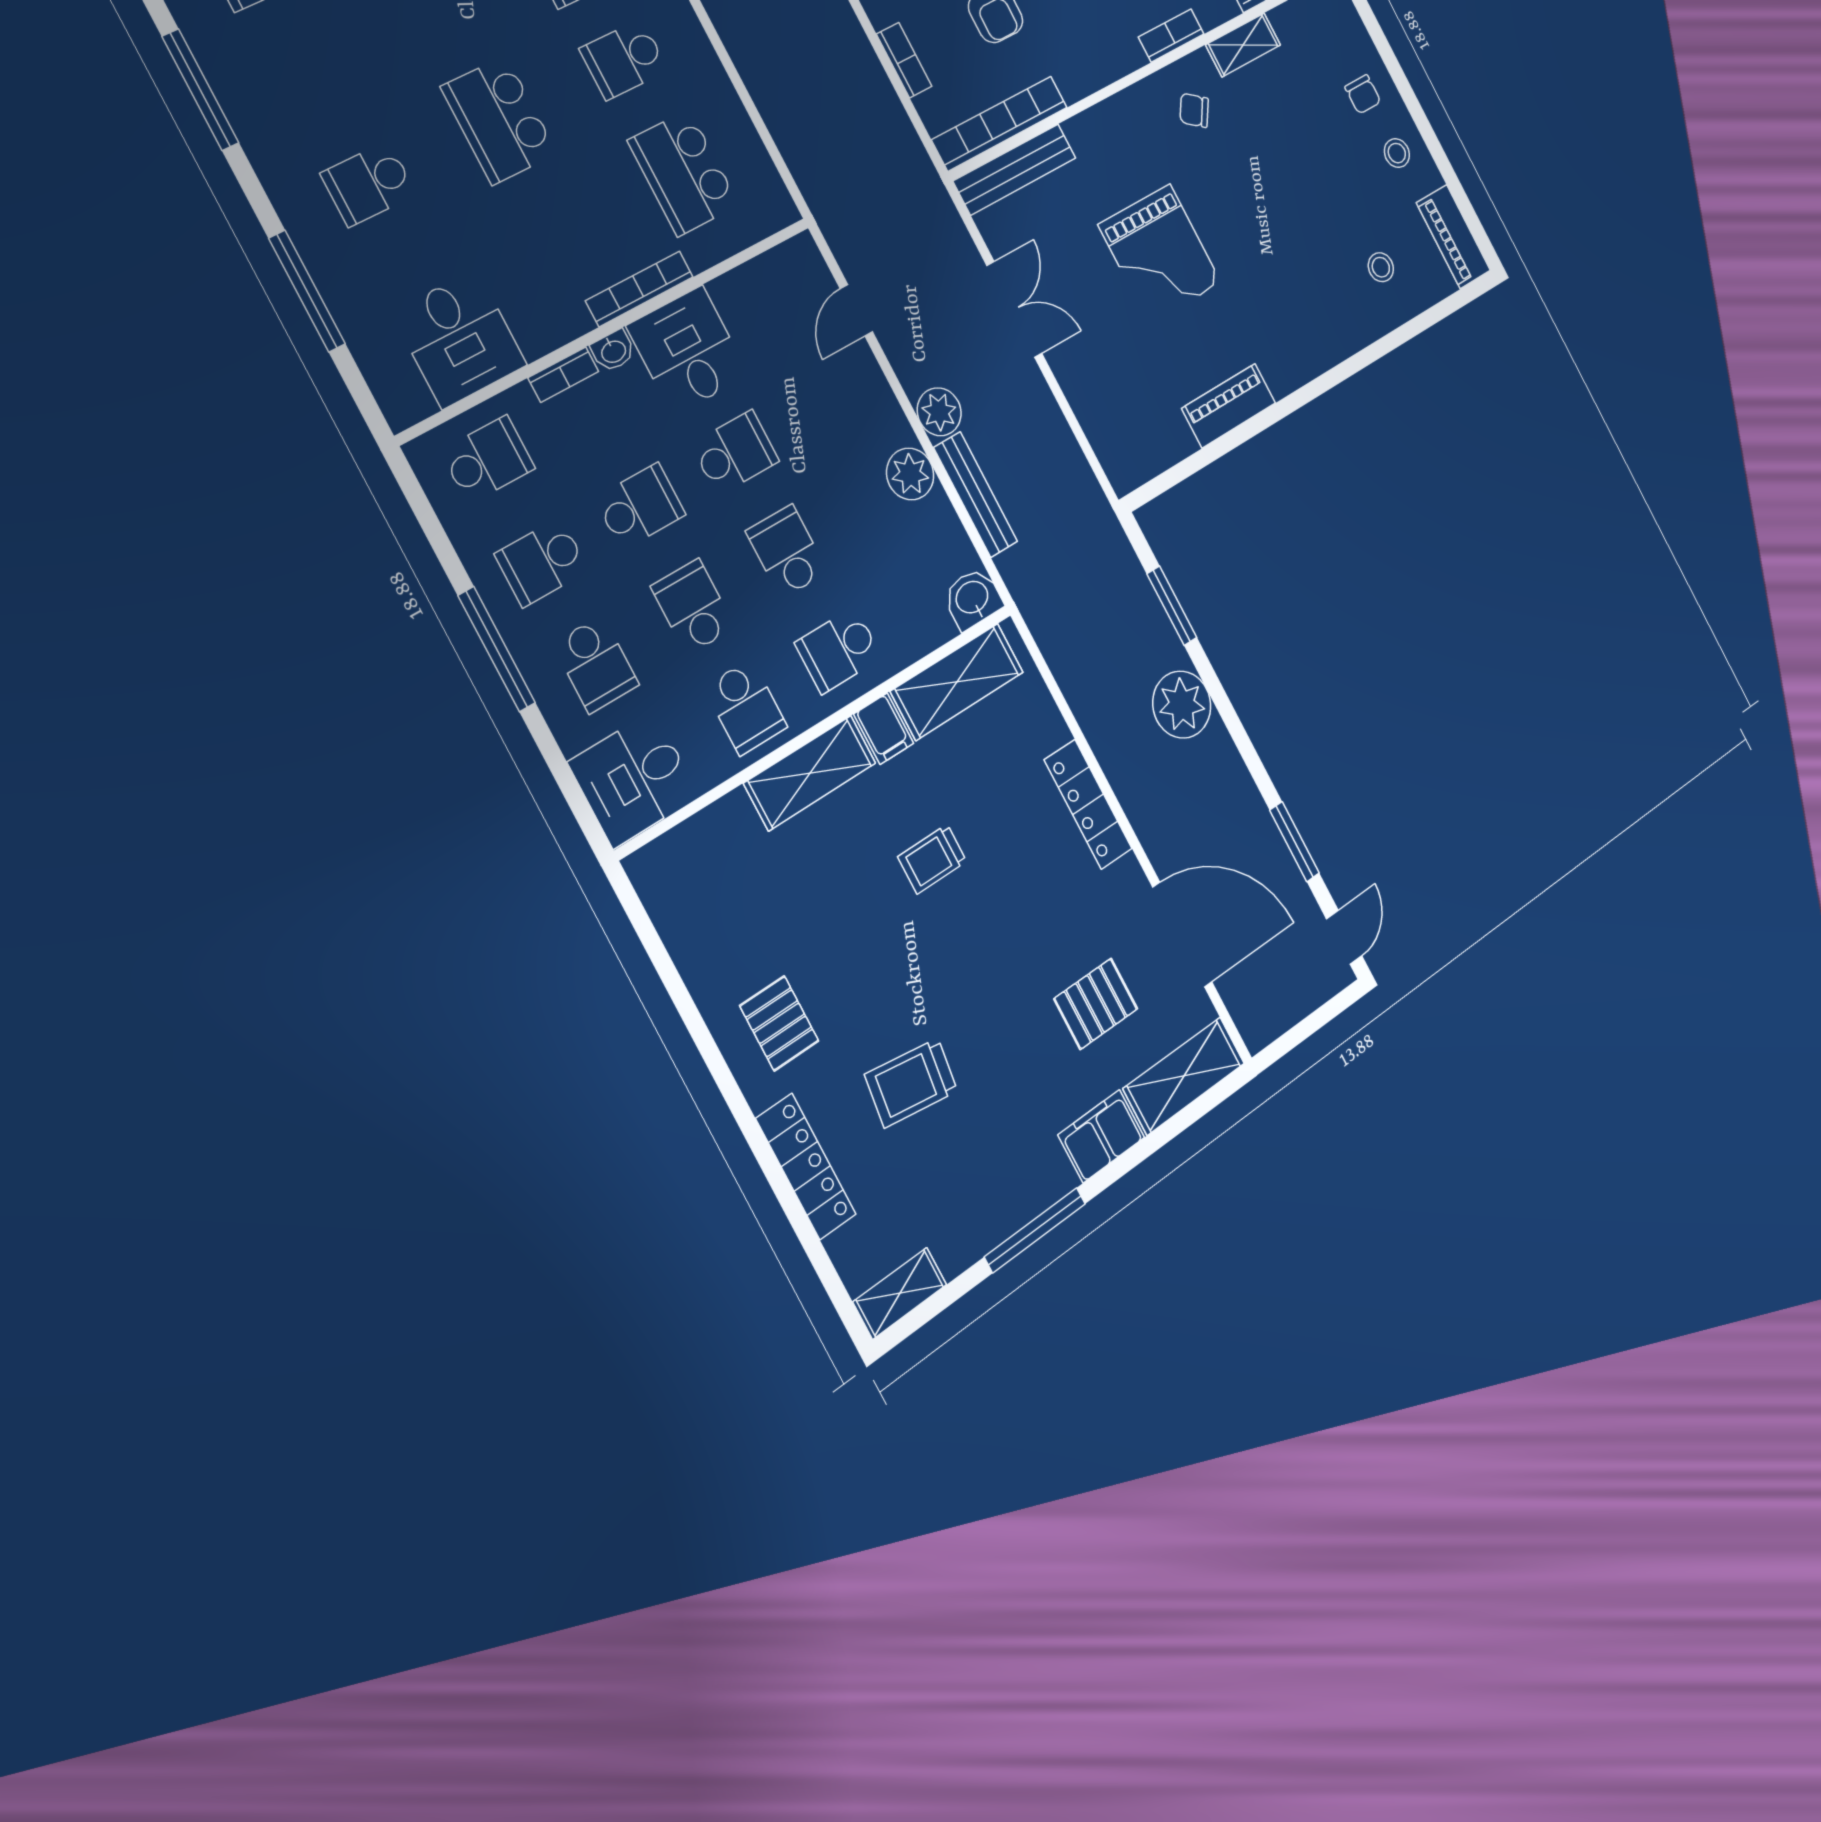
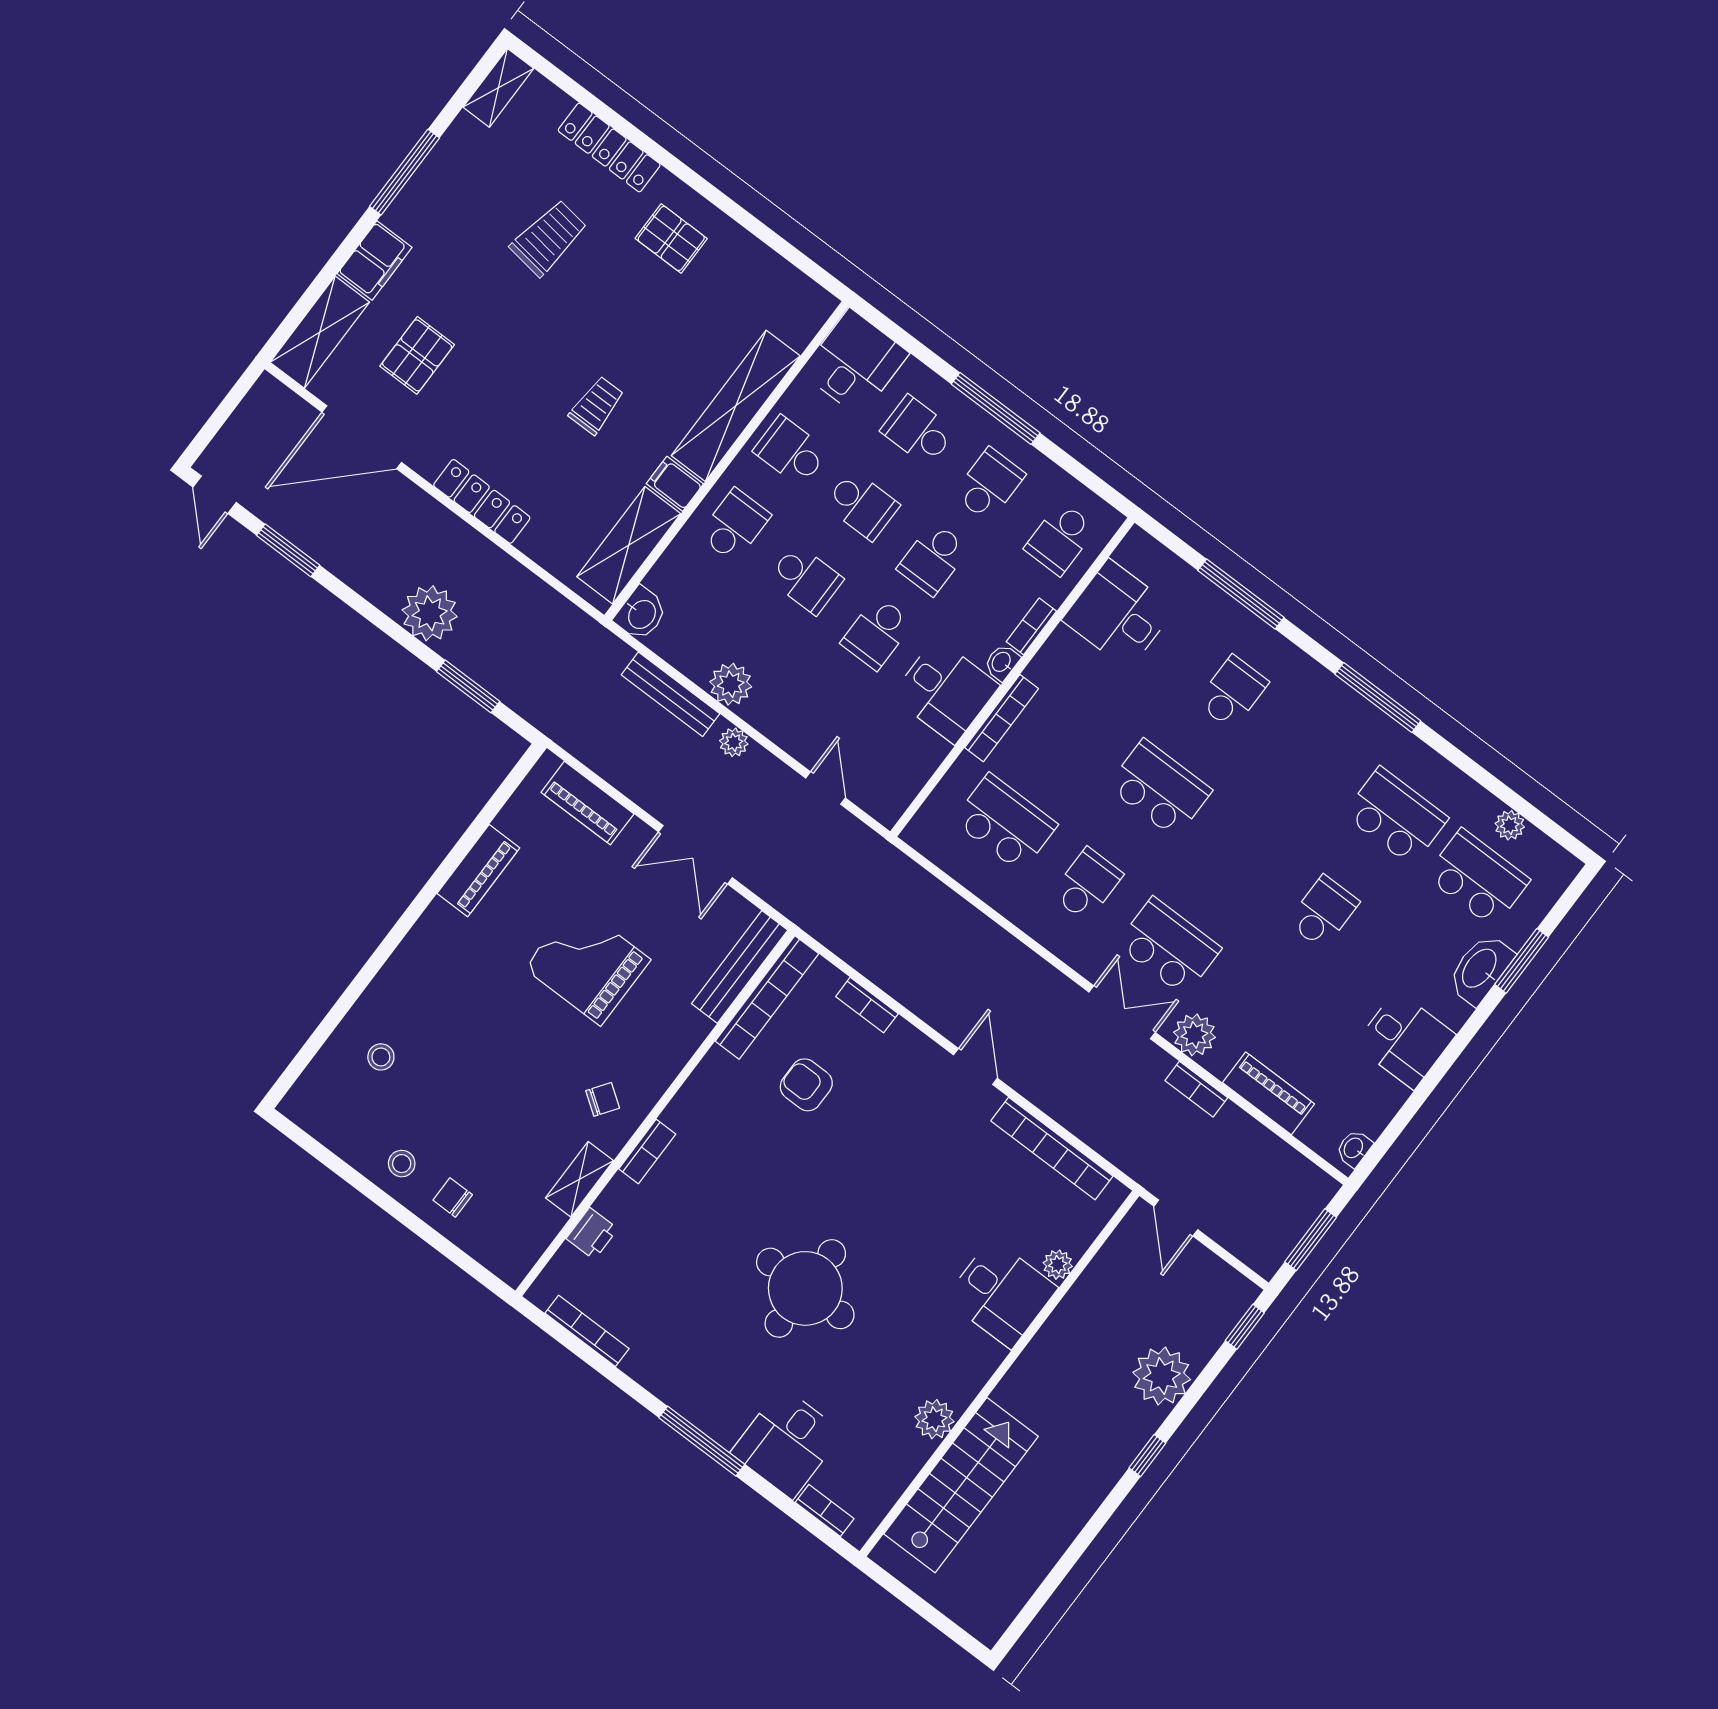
piano: (1453, 237) -> (587, 803), moved, turned 180
plant: (939, 412) -> (734, 742), width x0.73, depth x0.73
shelving: (810, 773) -> (736, 406), width x1.47

